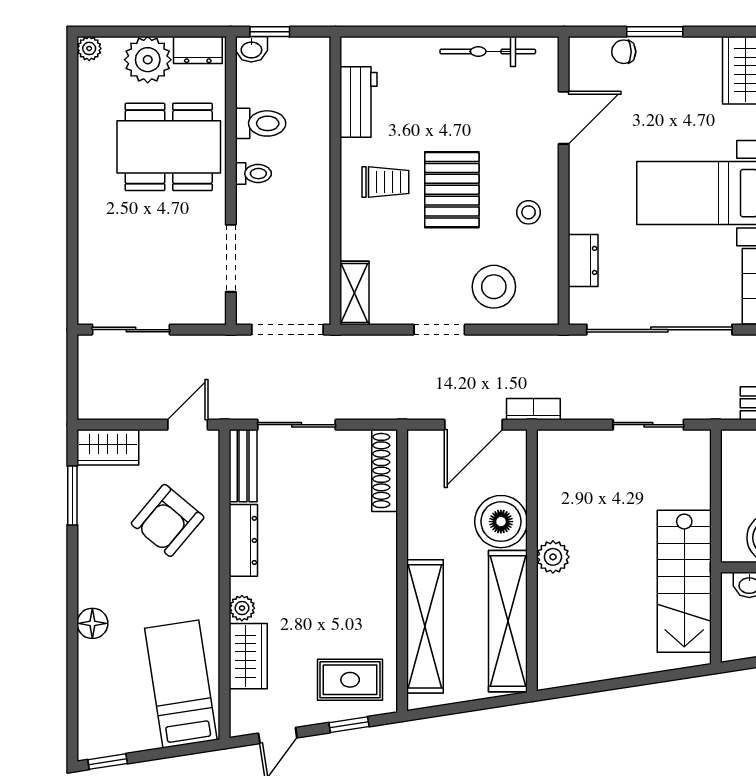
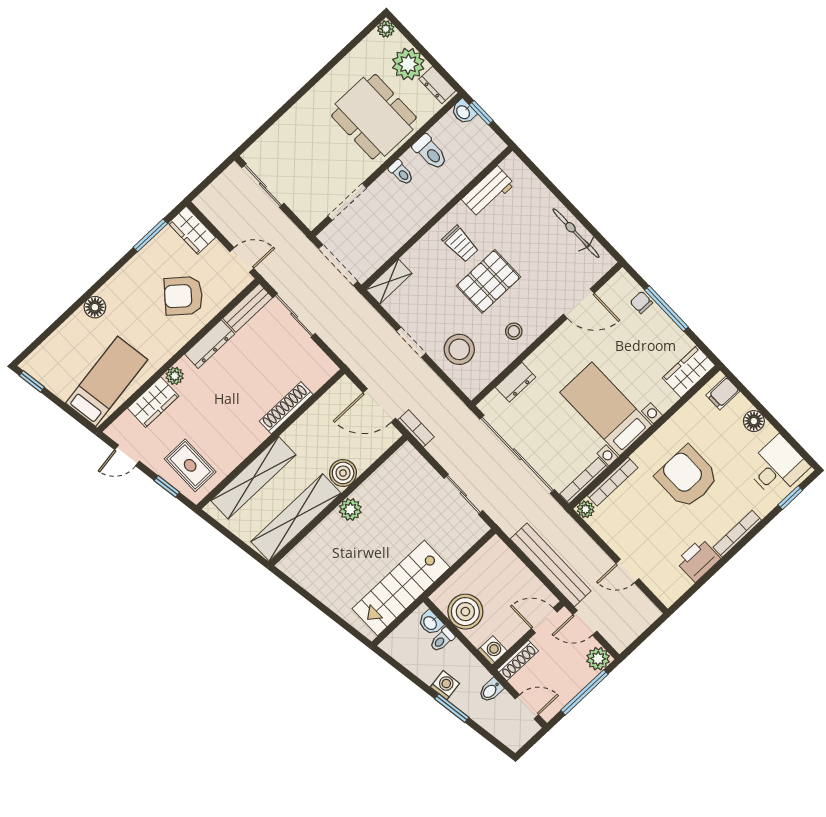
window: (655, 32) -> (666, 309), width x1.44
shoe rack: (385, 471) -> (286, 408), moved
boiler: (501, 522) -> (343, 473), width x0.73, depth x0.73

